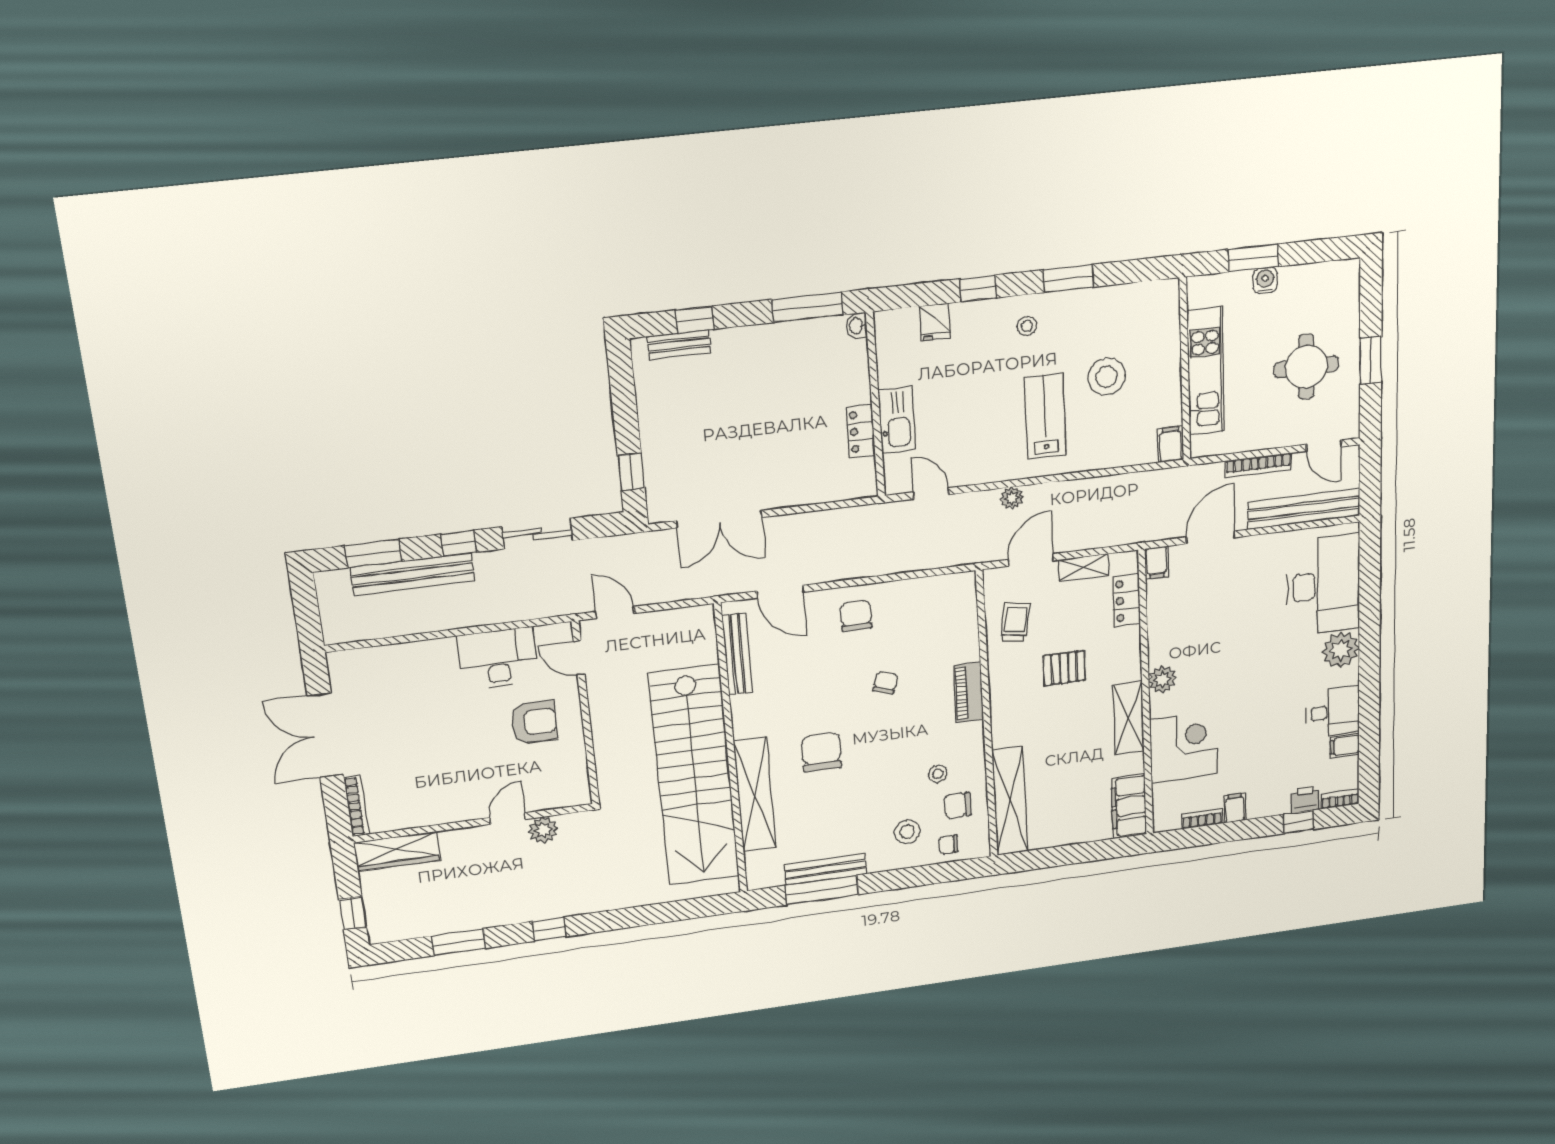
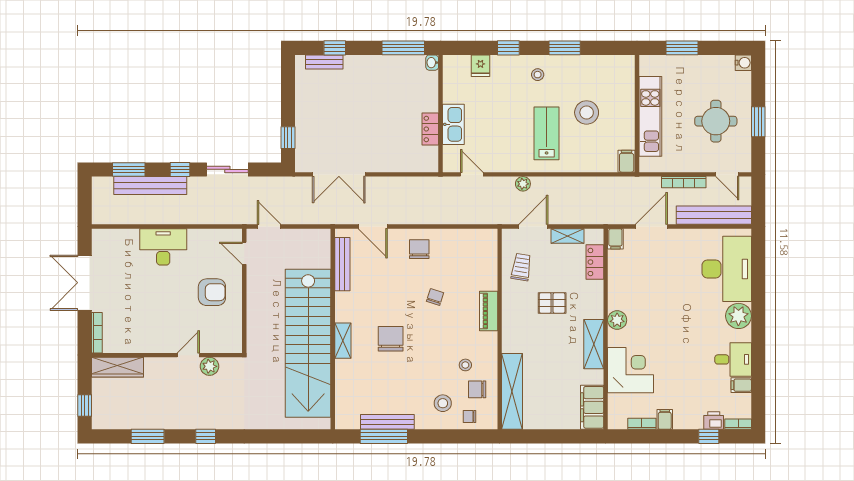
water cooler: (1265, 280) -> (743, 63), moved, turned 90
desk: (498, 659) -> (163, 247), moved
shelving: (755, 795) -> (343, 341), width x0.45, depth x0.75

